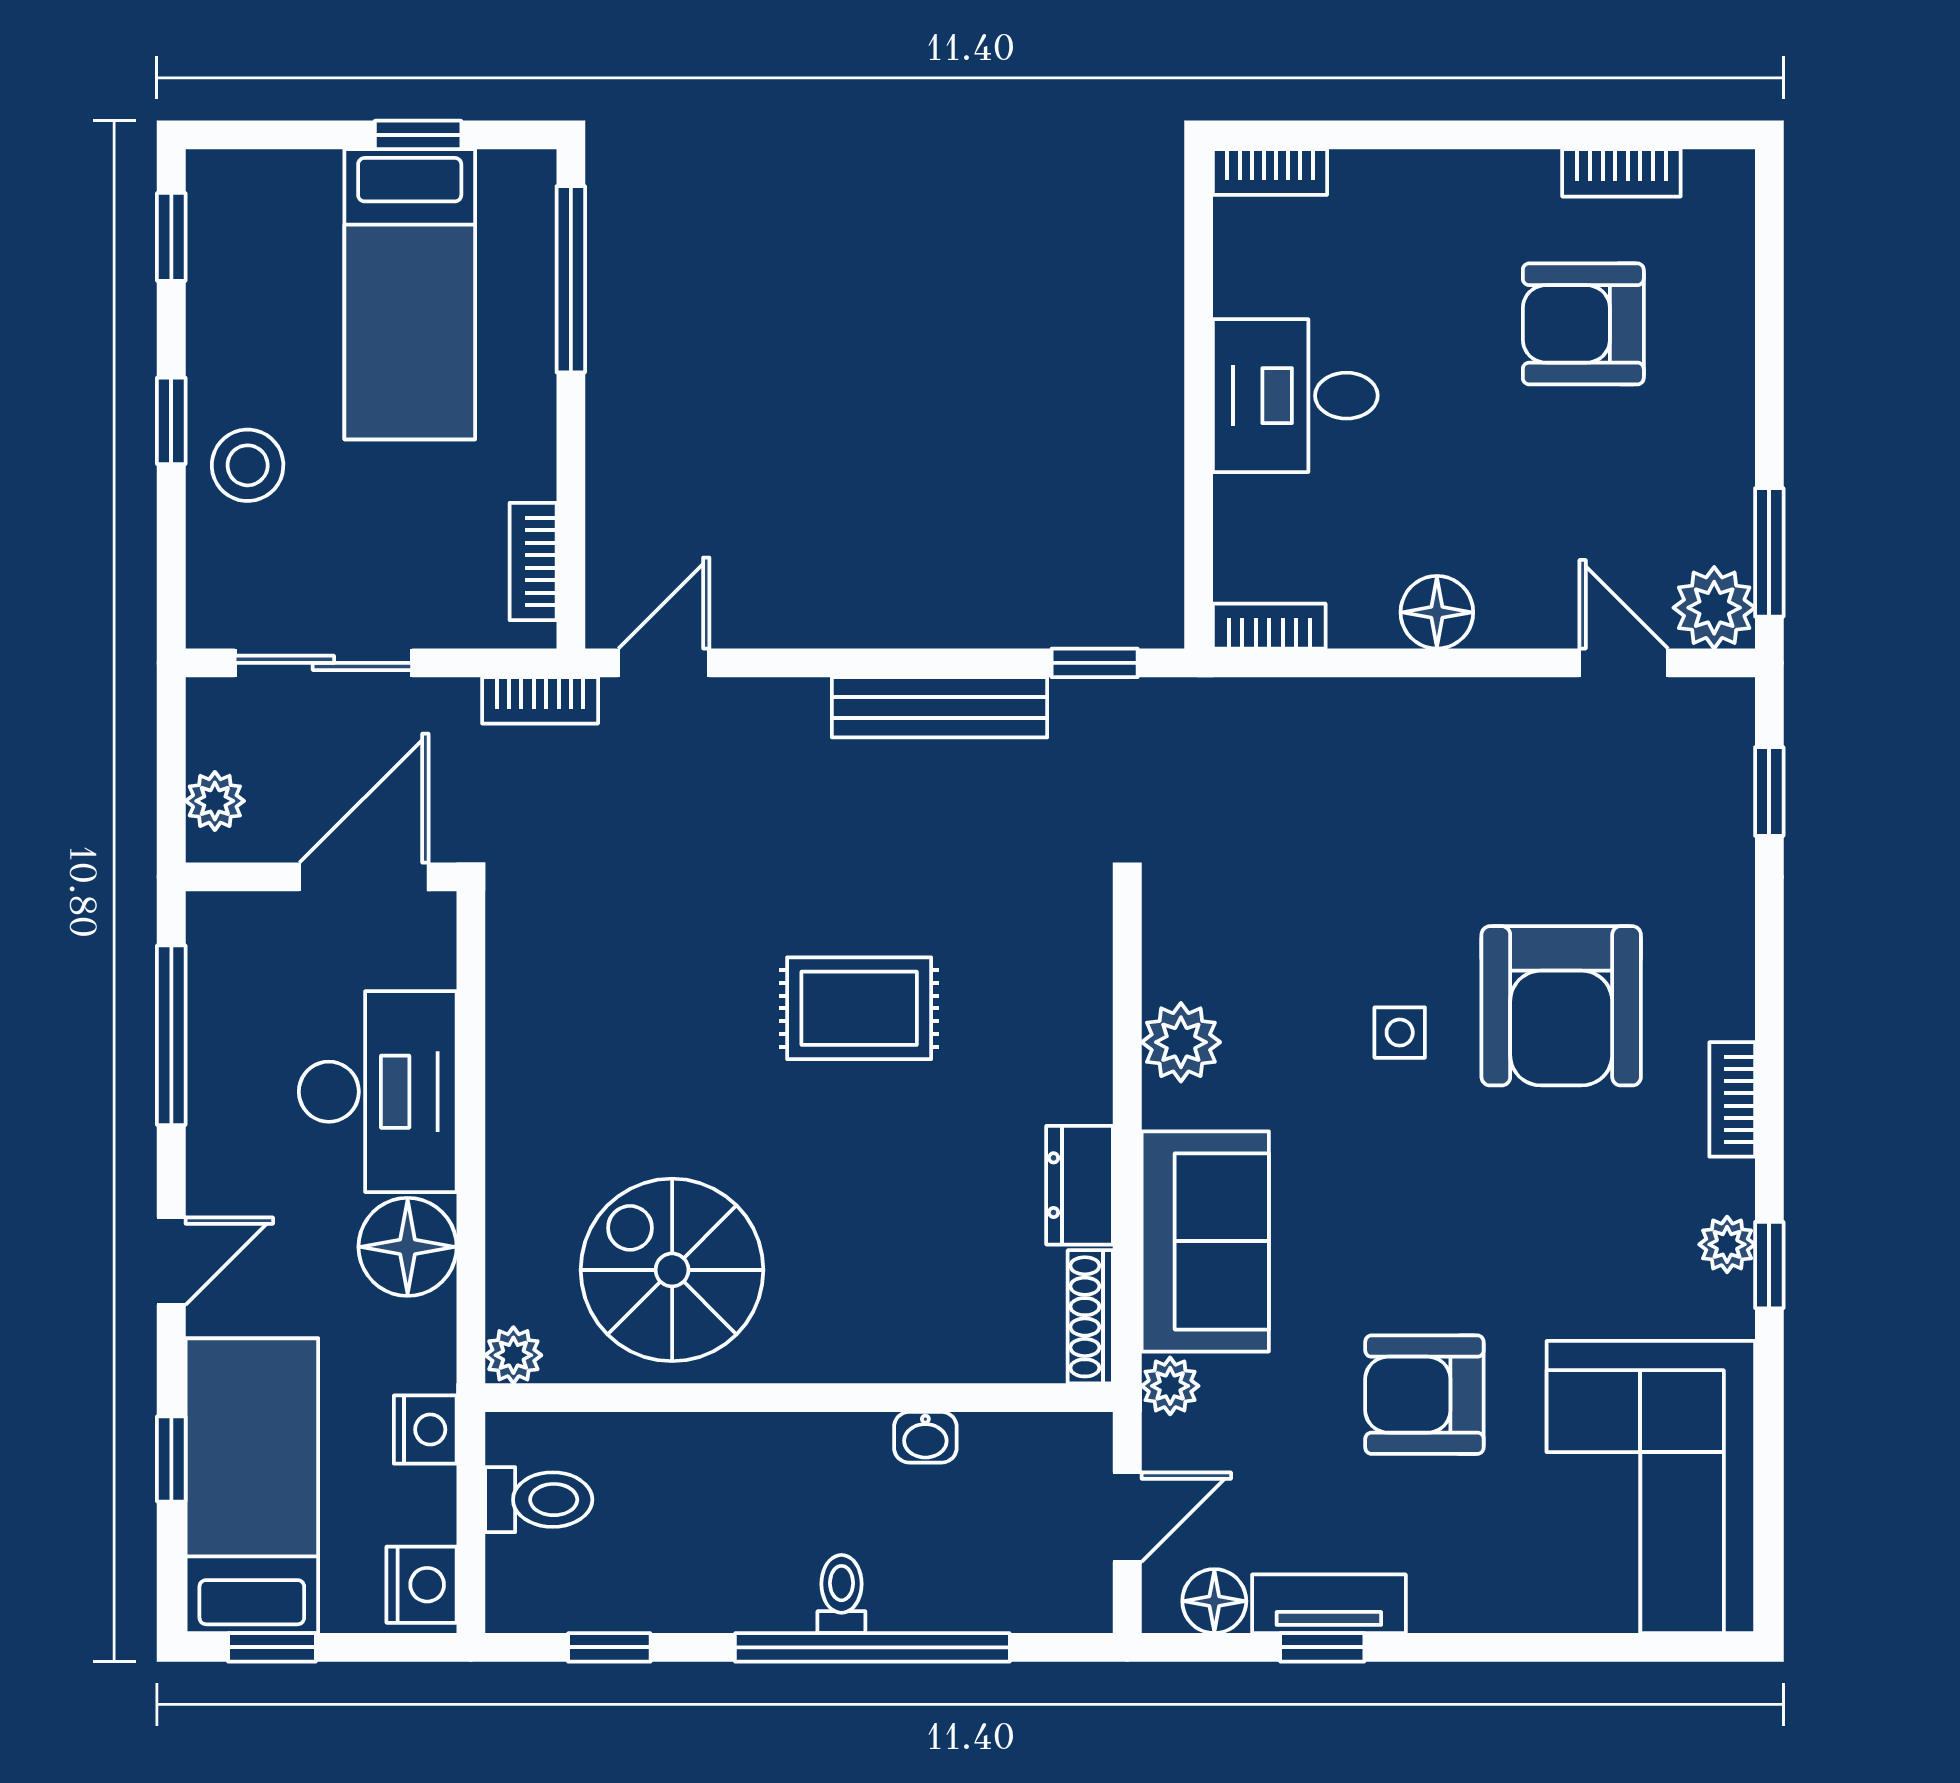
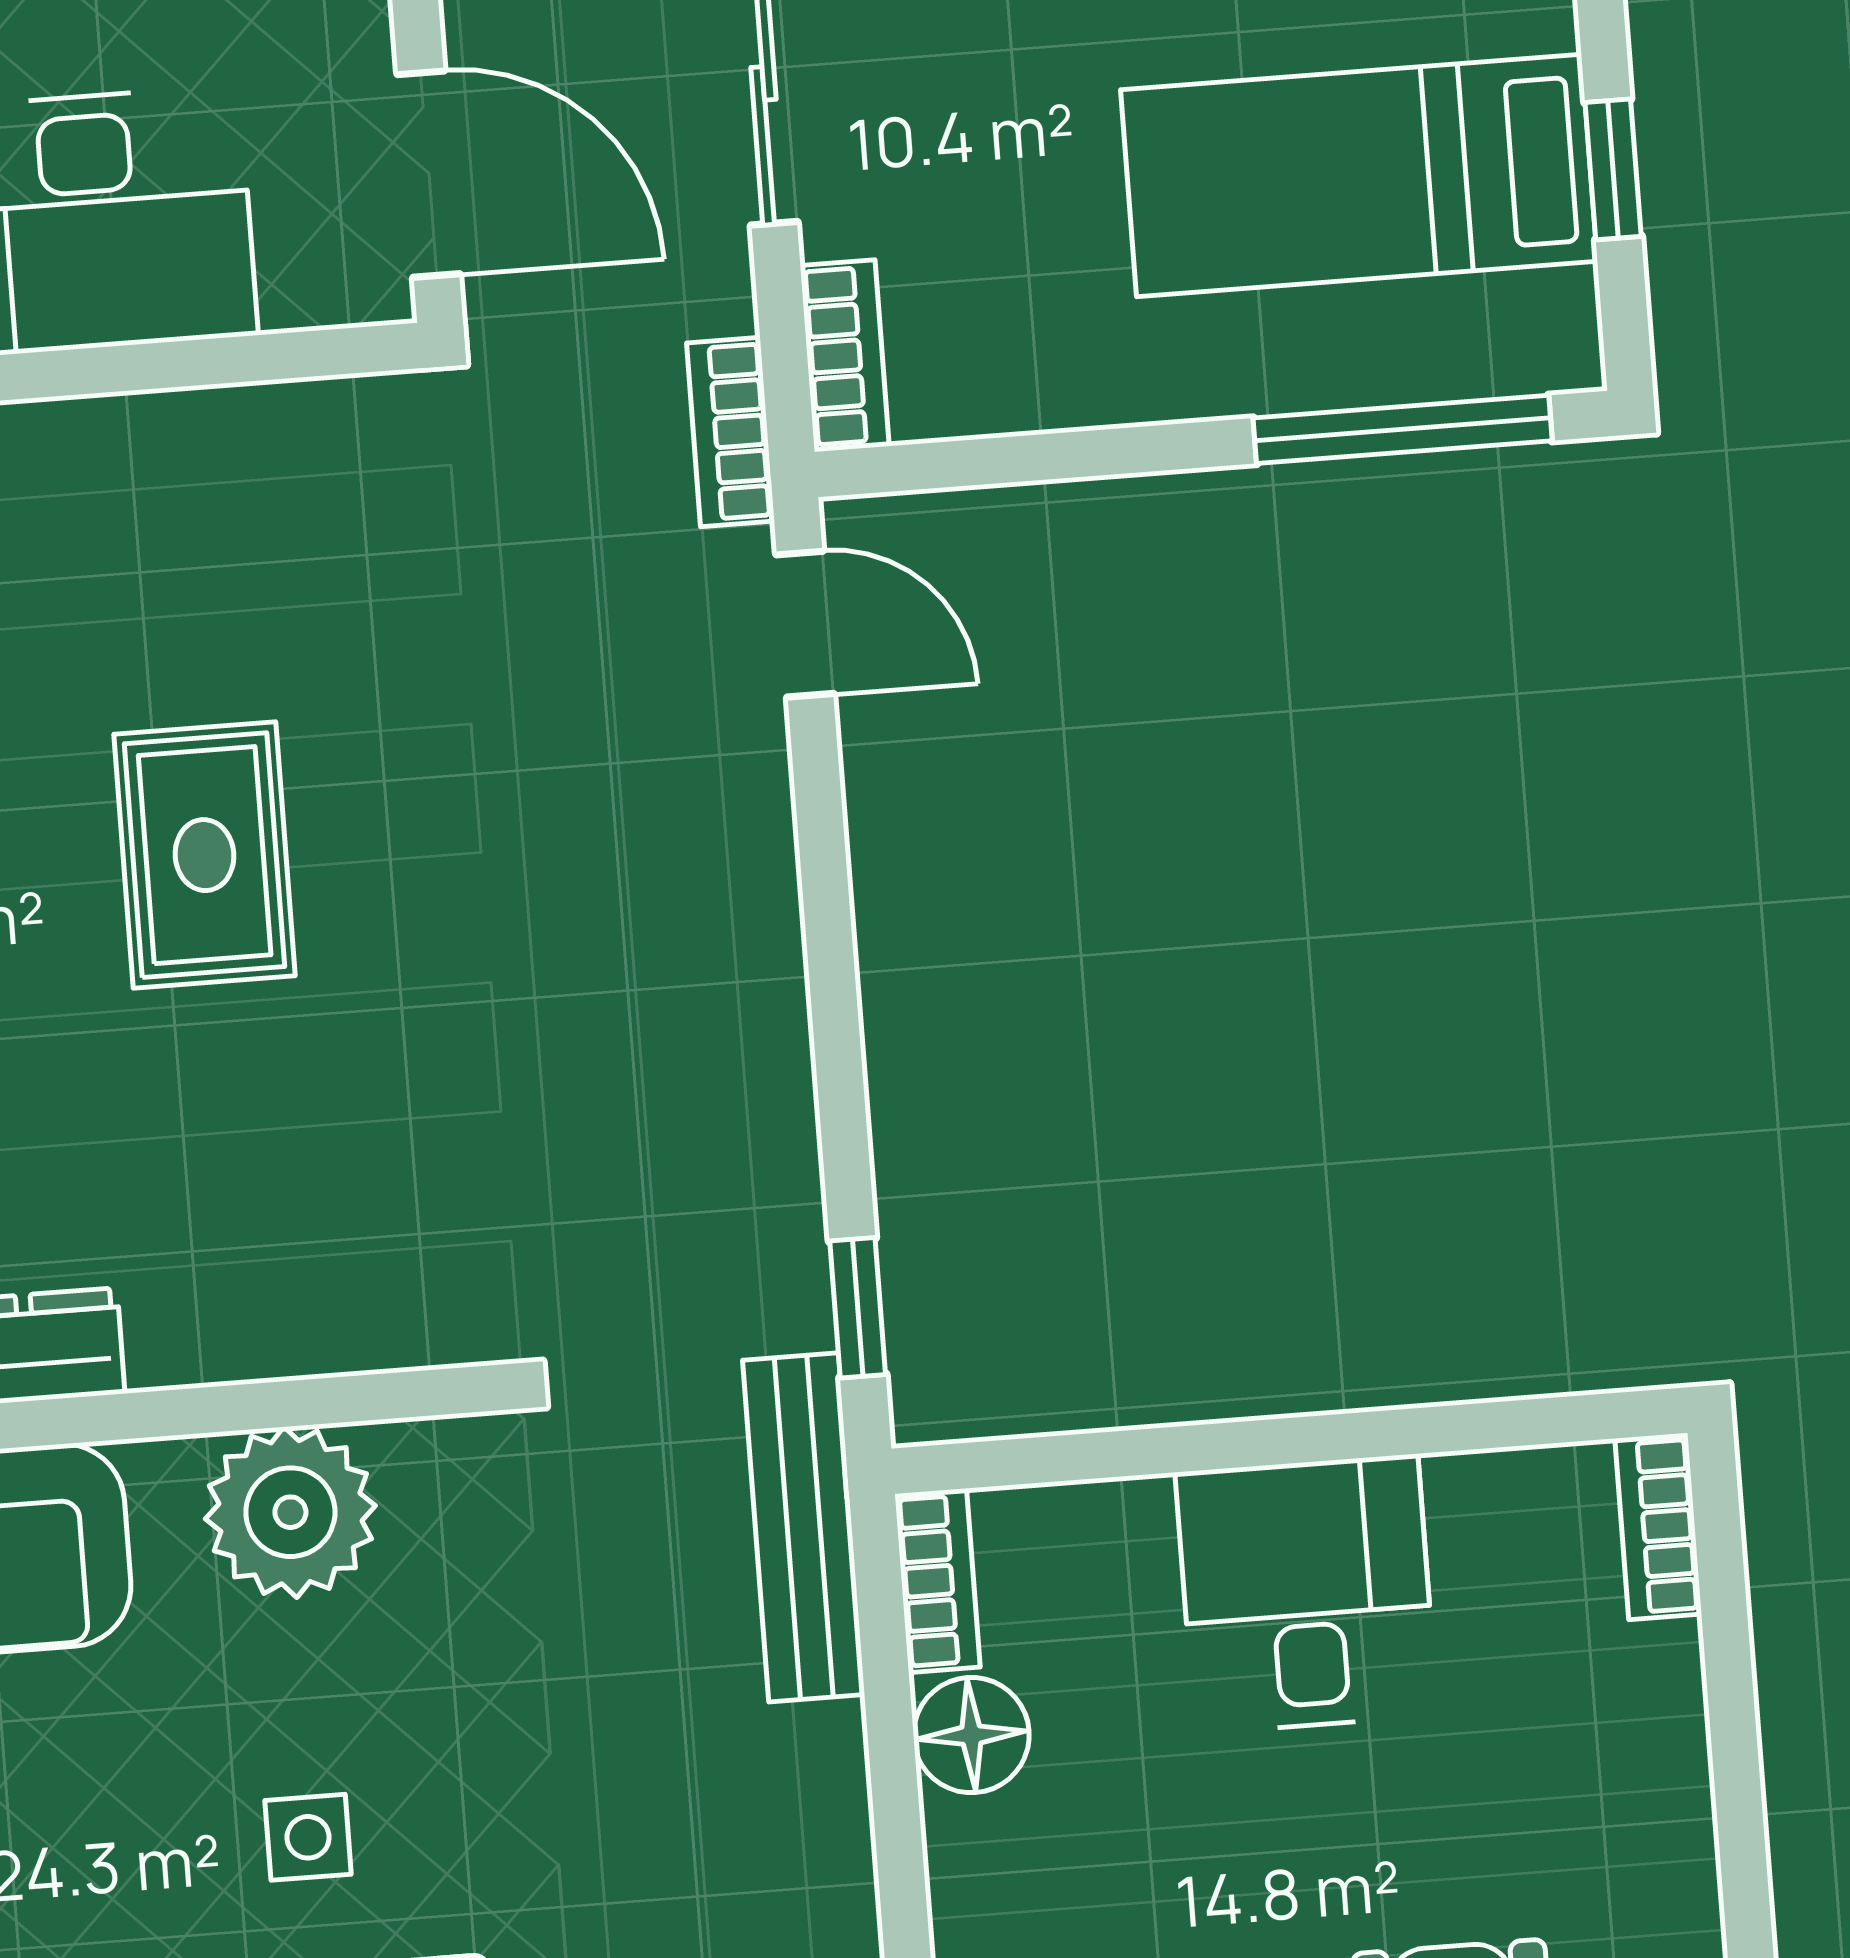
bookcase: (533, 561) -> (845, 356), moved, turned 90
floor lamp: (1437, 612) -> (971, 1735), moved
bench: (940, 707) -> (804, 1527), moved
rug: (859, 1008) -> (205, 855), moved
plant: (1181, 1042) -> (290, 1512), width x1.36, depth x1.36

